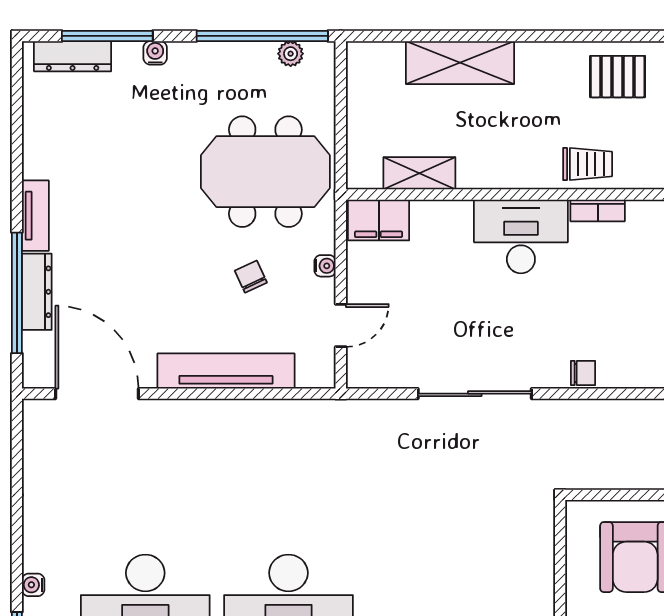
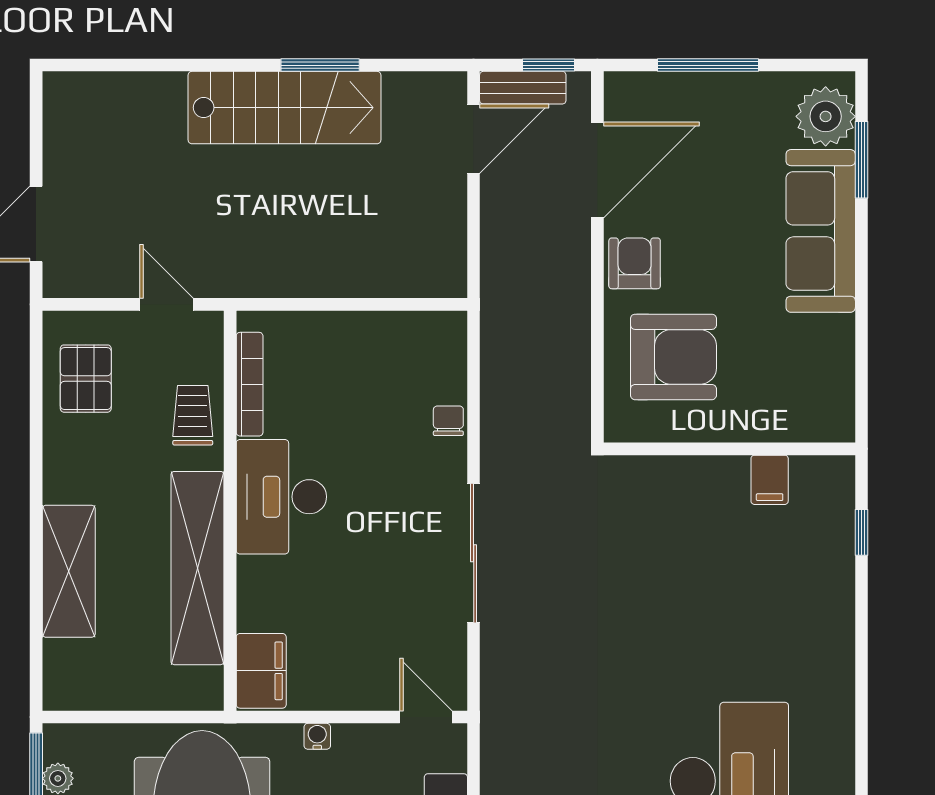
shelving: (419, 173) -> (197, 568), width x2.20, depth x1.33
bookcase: (598, 210) -> (250, 384), width x1.56
door: (341, 325) -> (426, 717), moved

